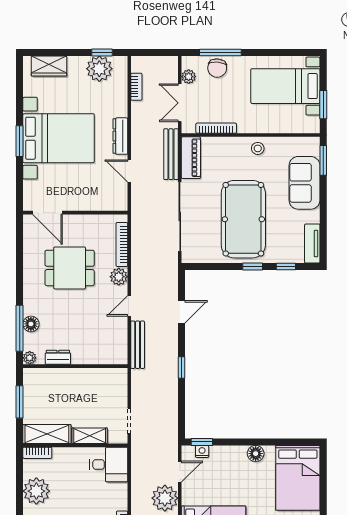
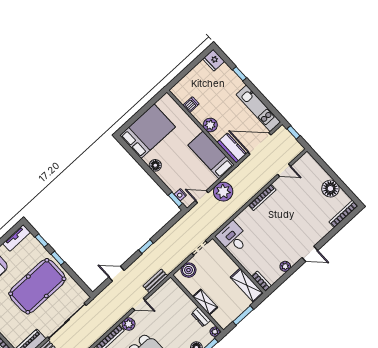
bench: (138, 345) -> (155, 281), width x0.73
boiler: (117, 389) -> (188, 270), added
shelving: (90, 436) -> (205, 302), moved
plant: (36, 491) -> (285, 266), width x0.53, depth x0.53

